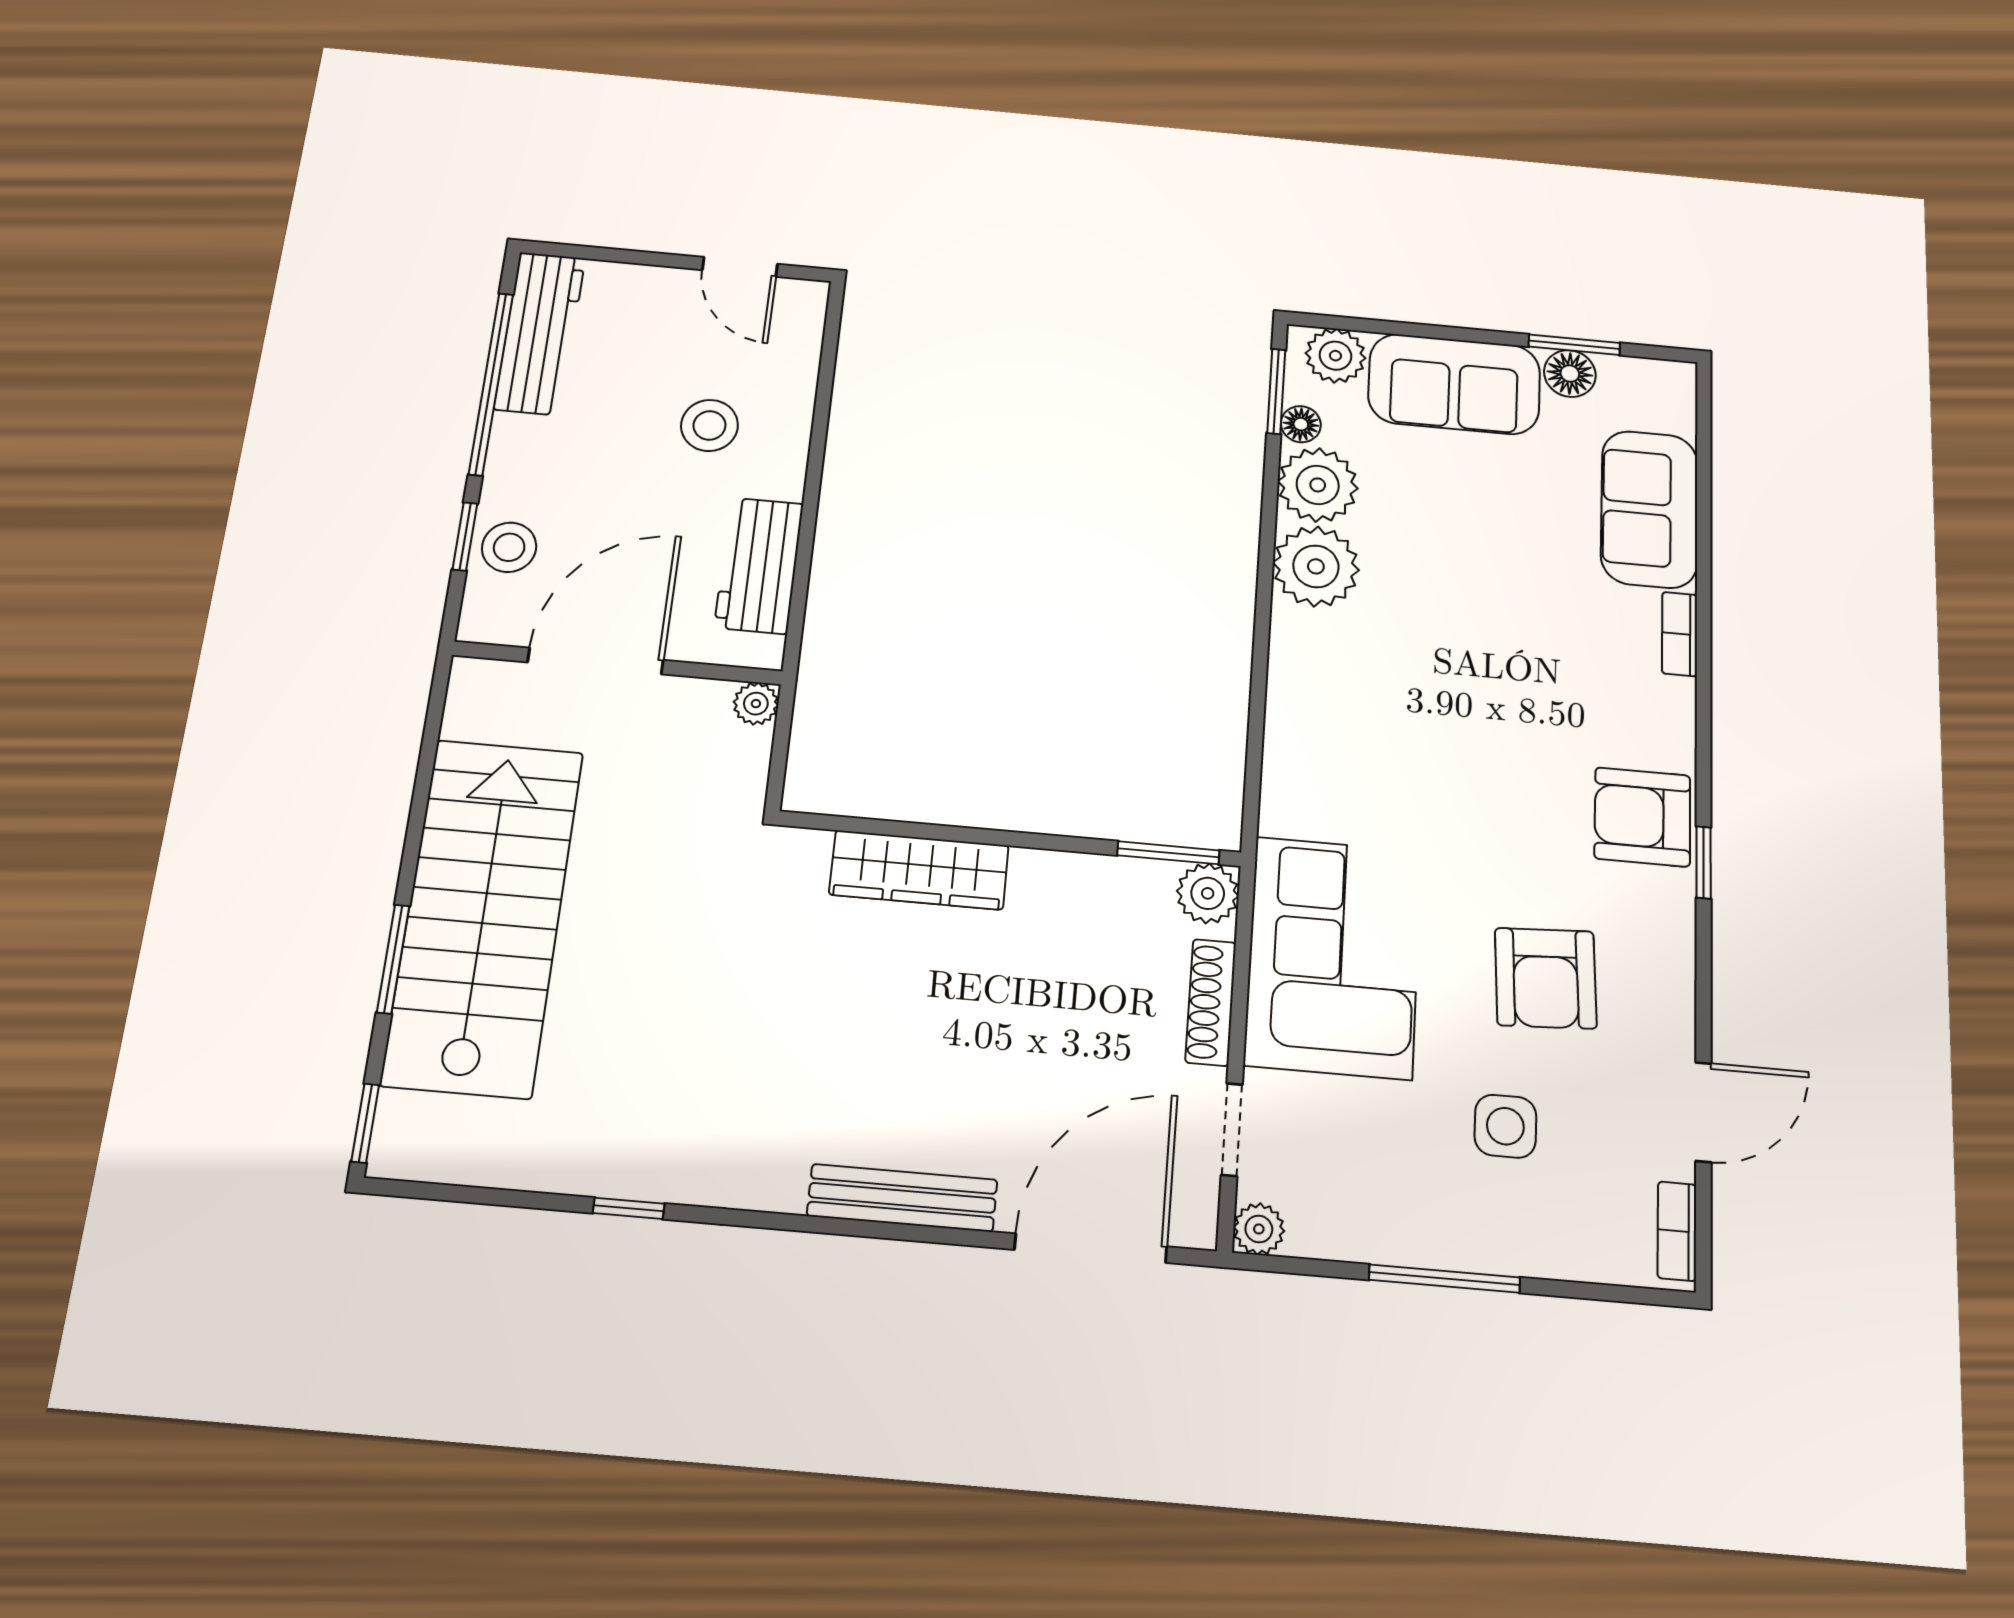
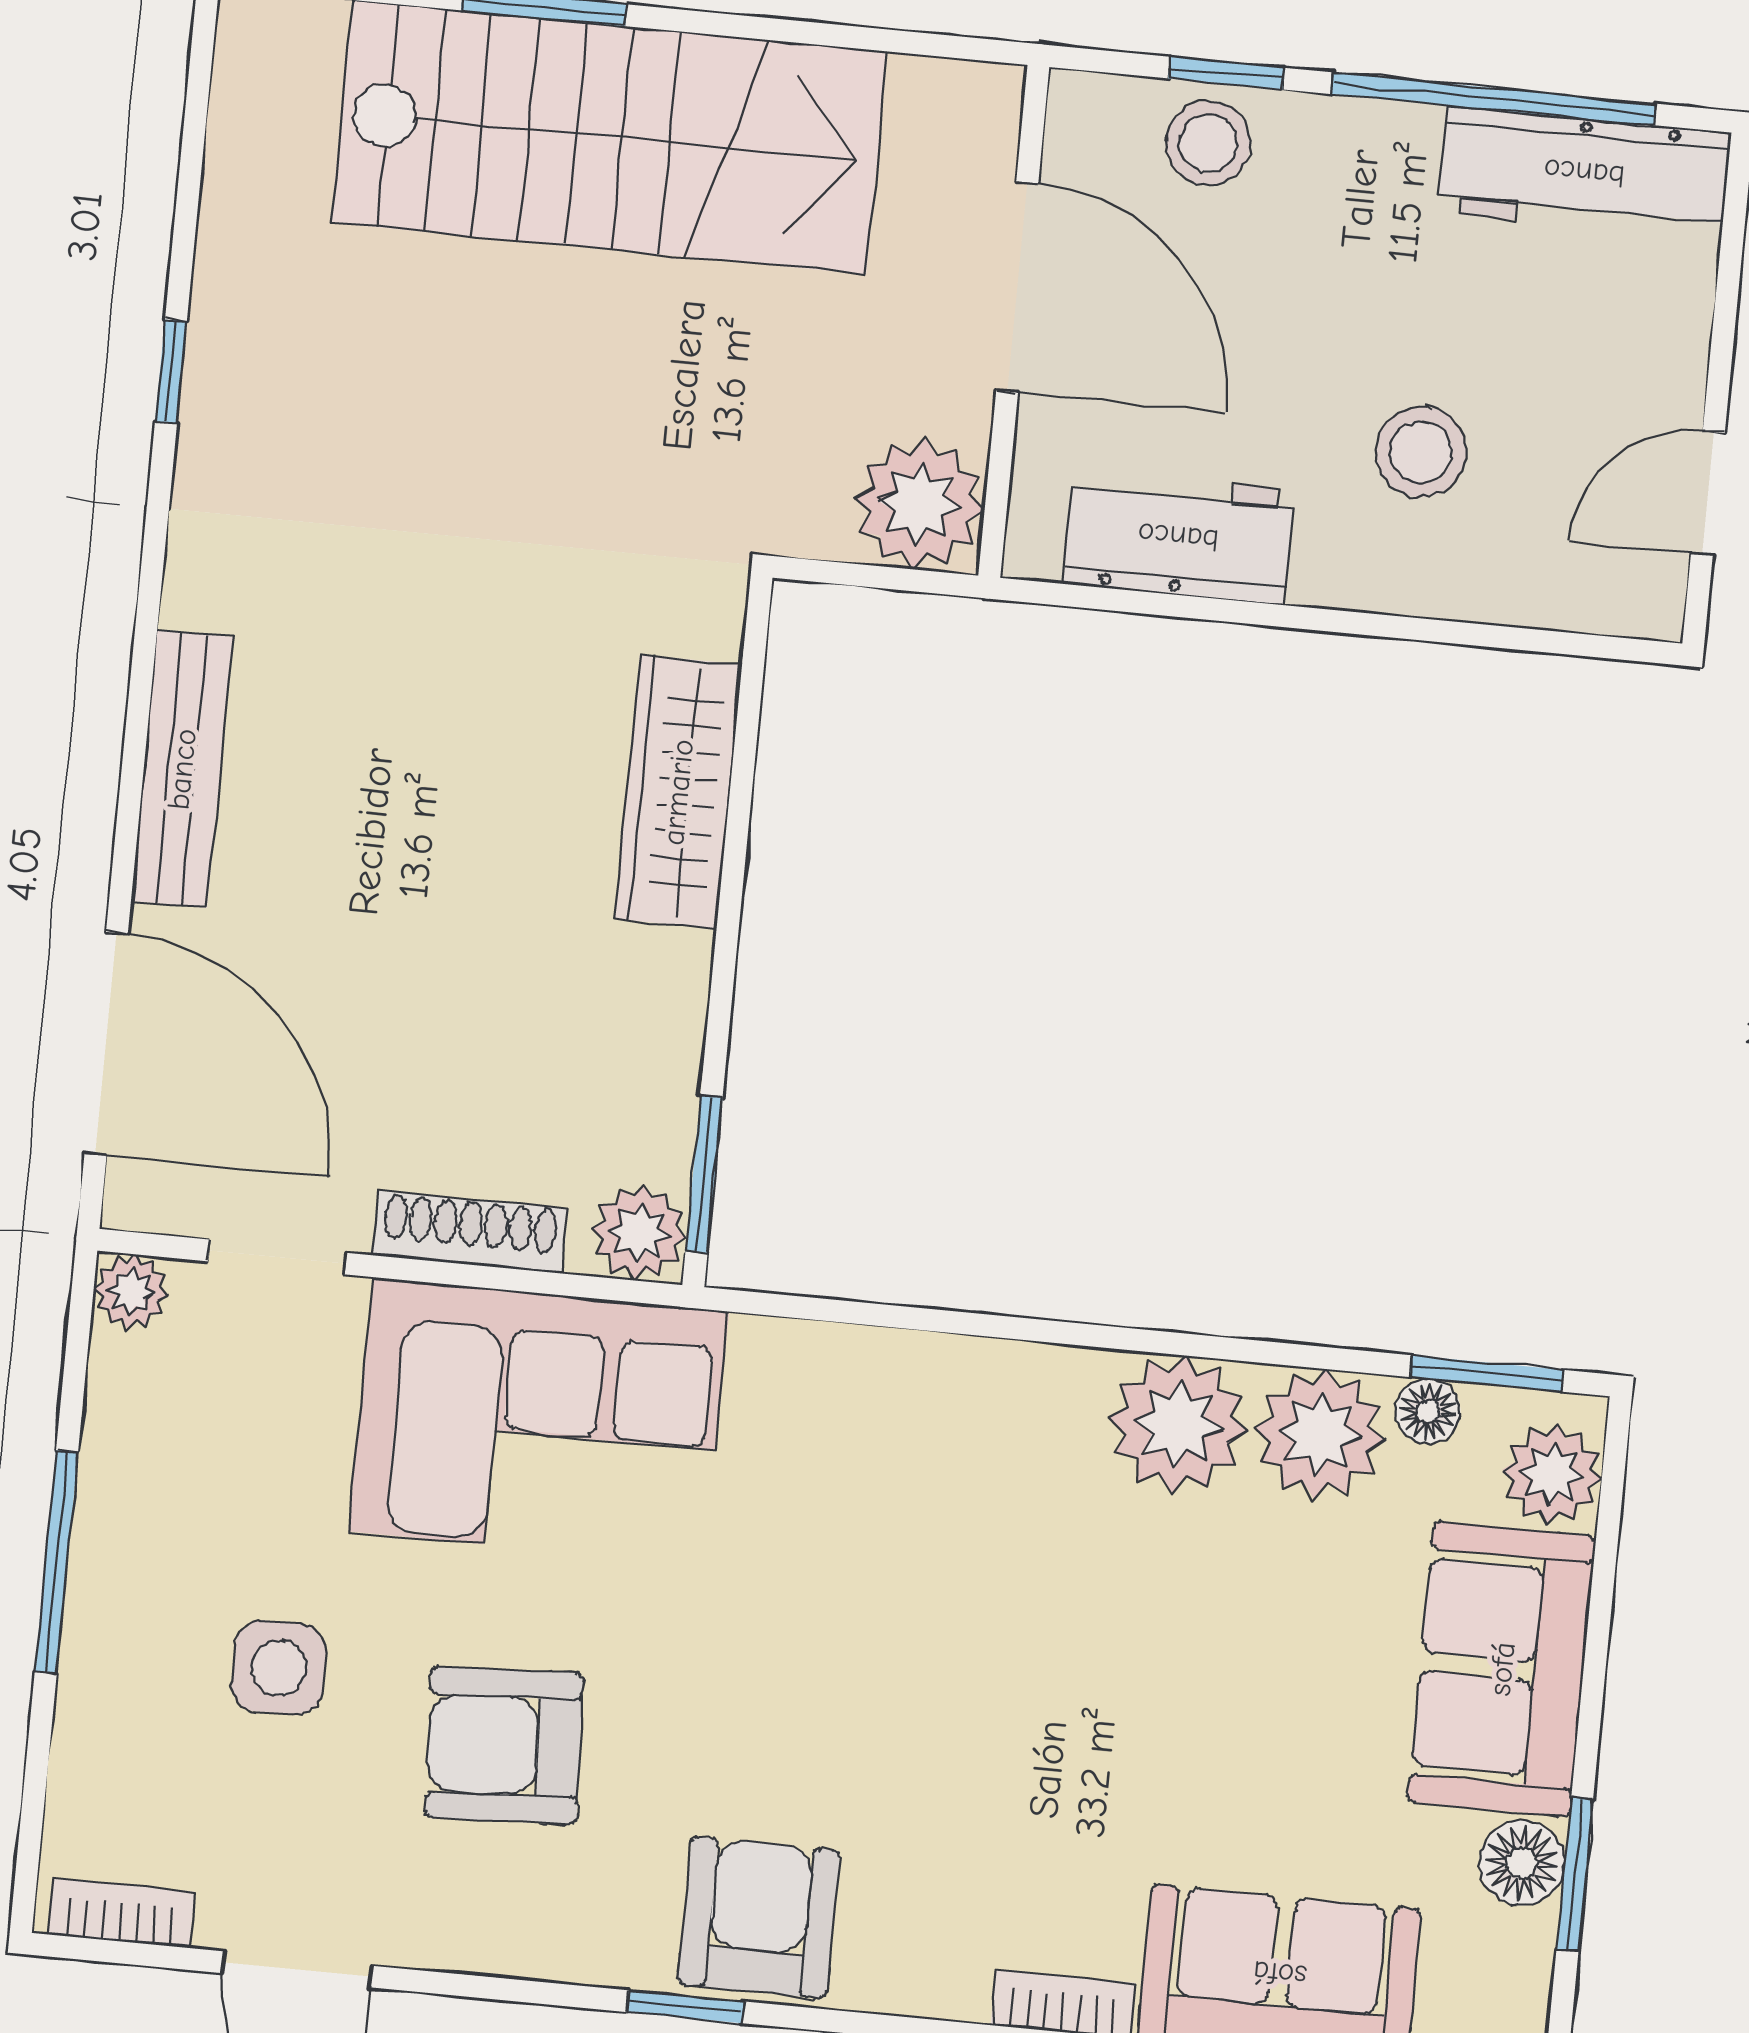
plant: (756, 704) -> (919, 504), width x1.88, depth x1.88

